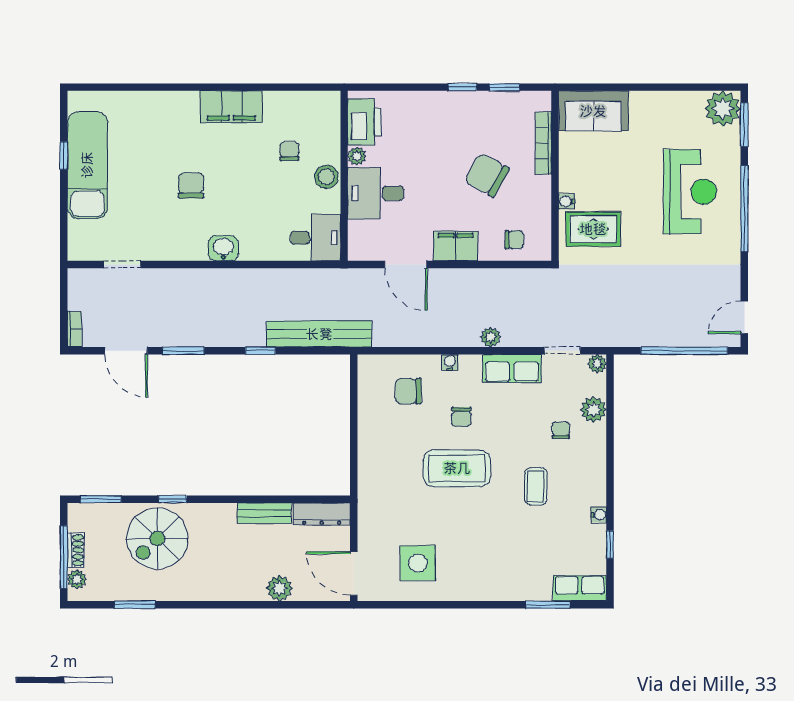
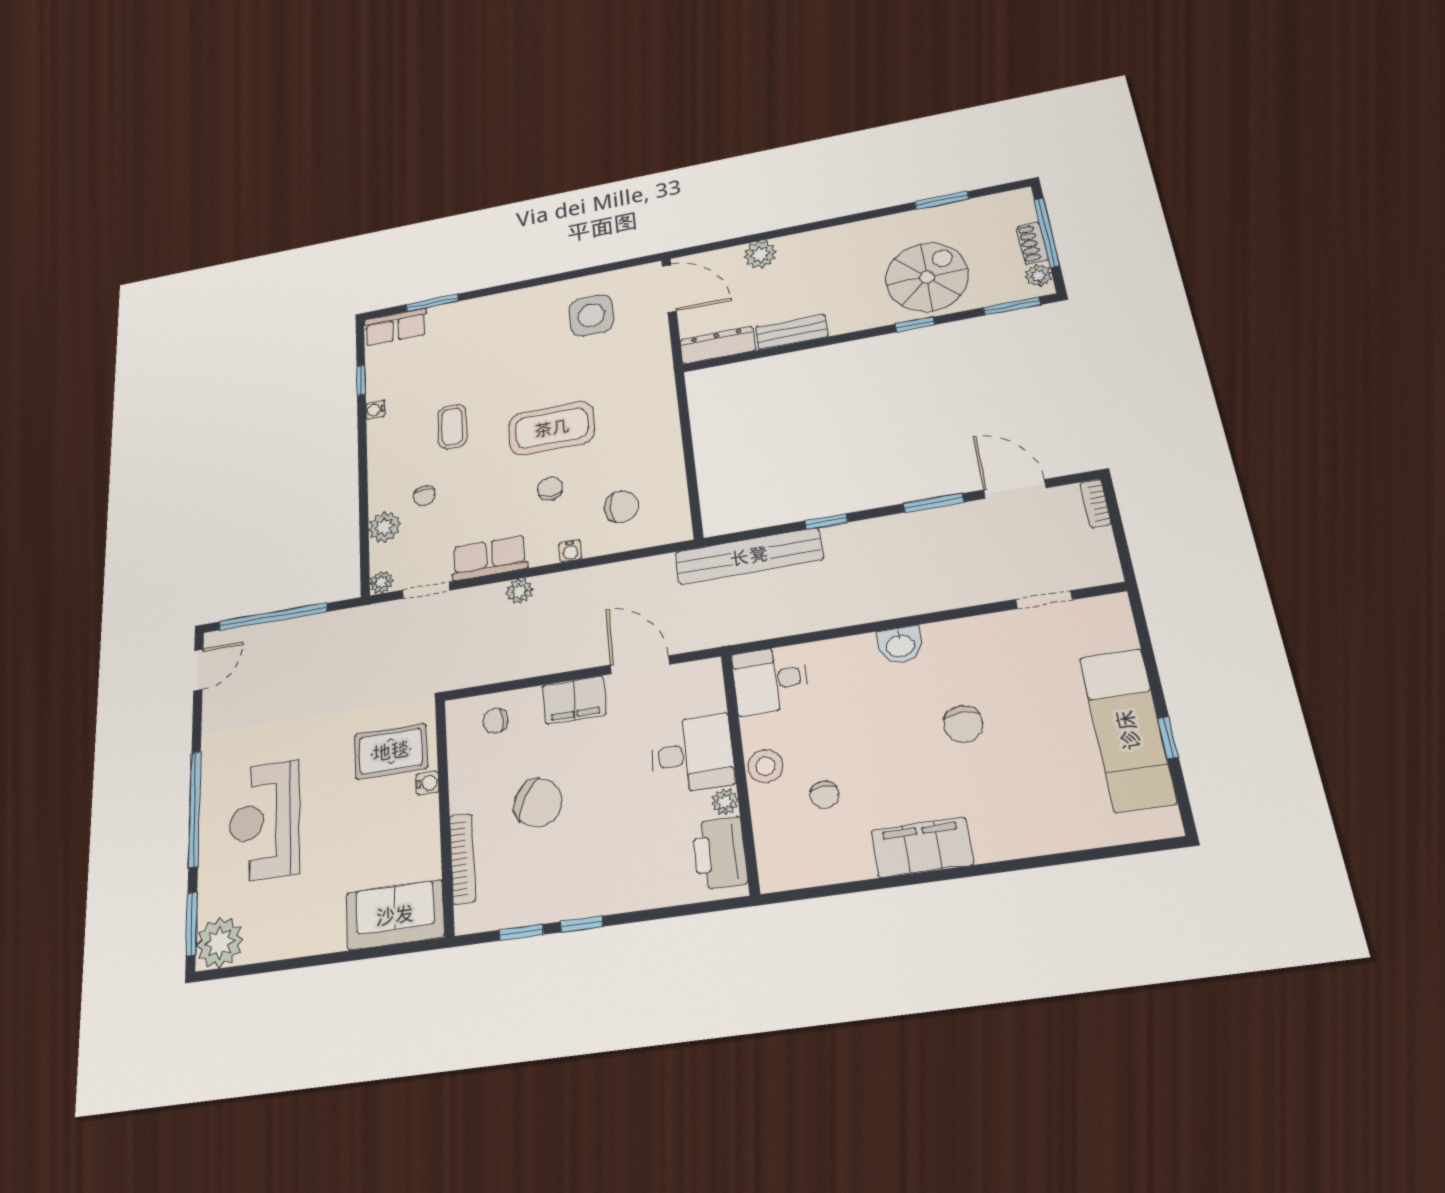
plant: (77, 579) -> (1039, 275), moved

